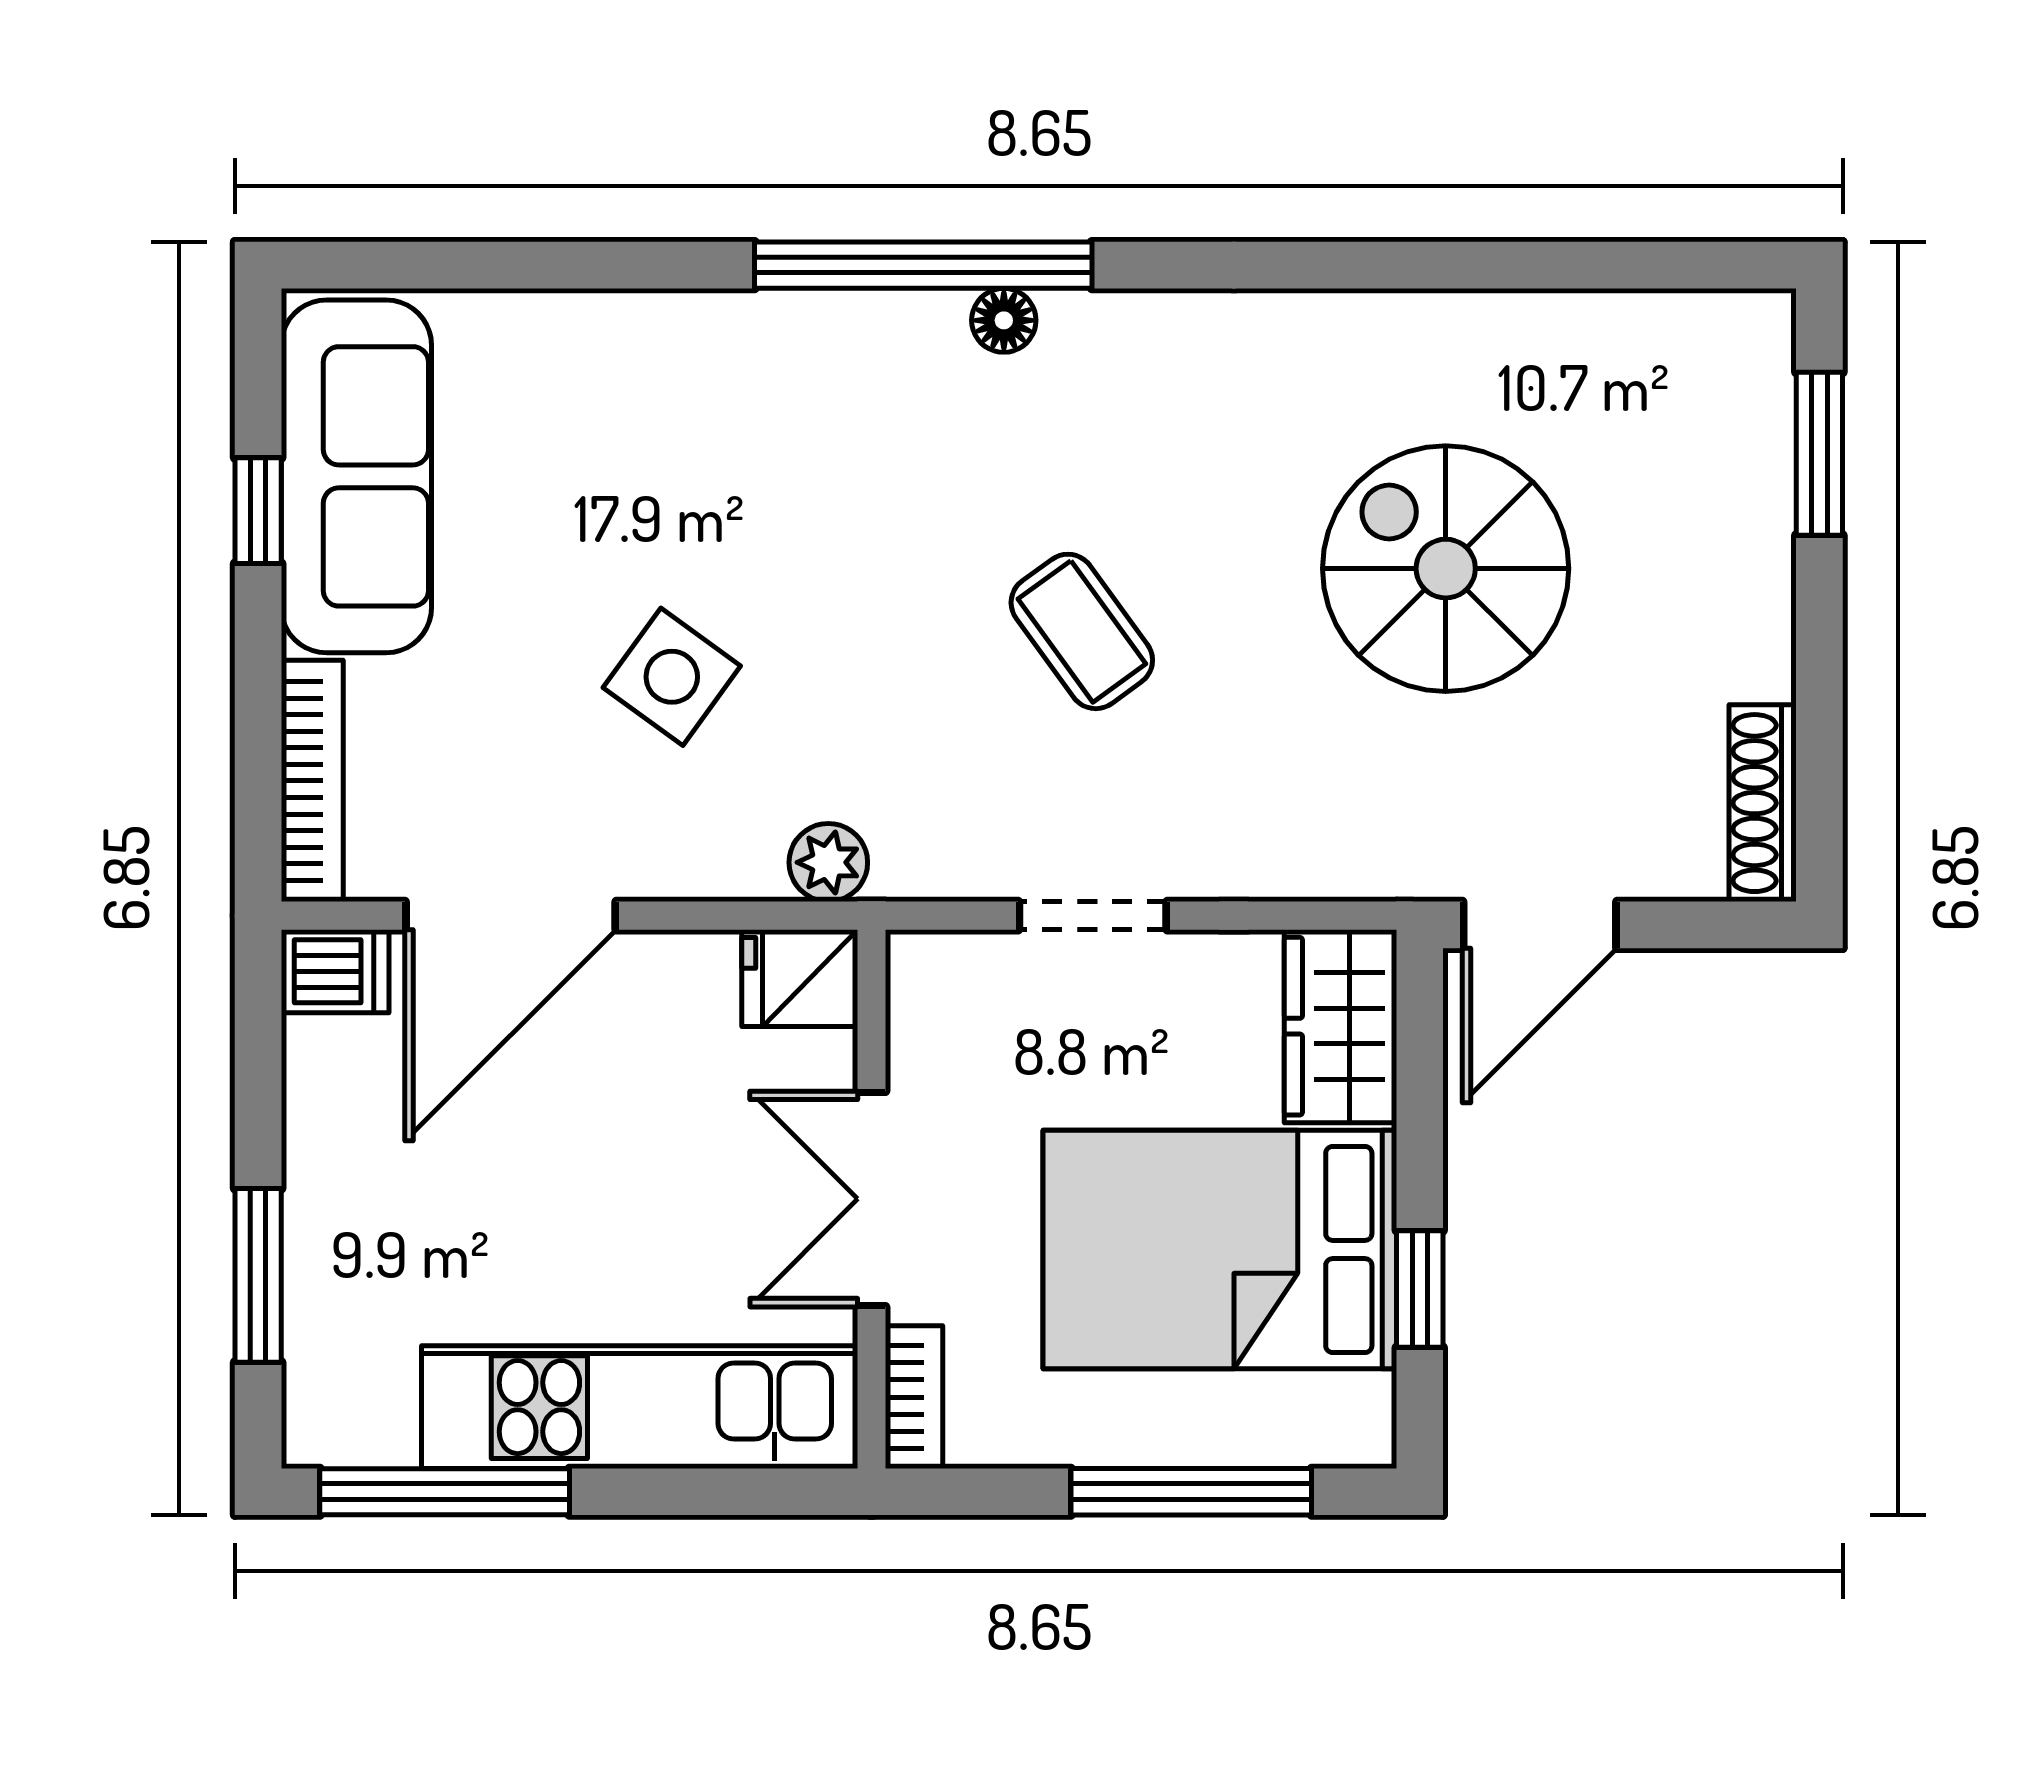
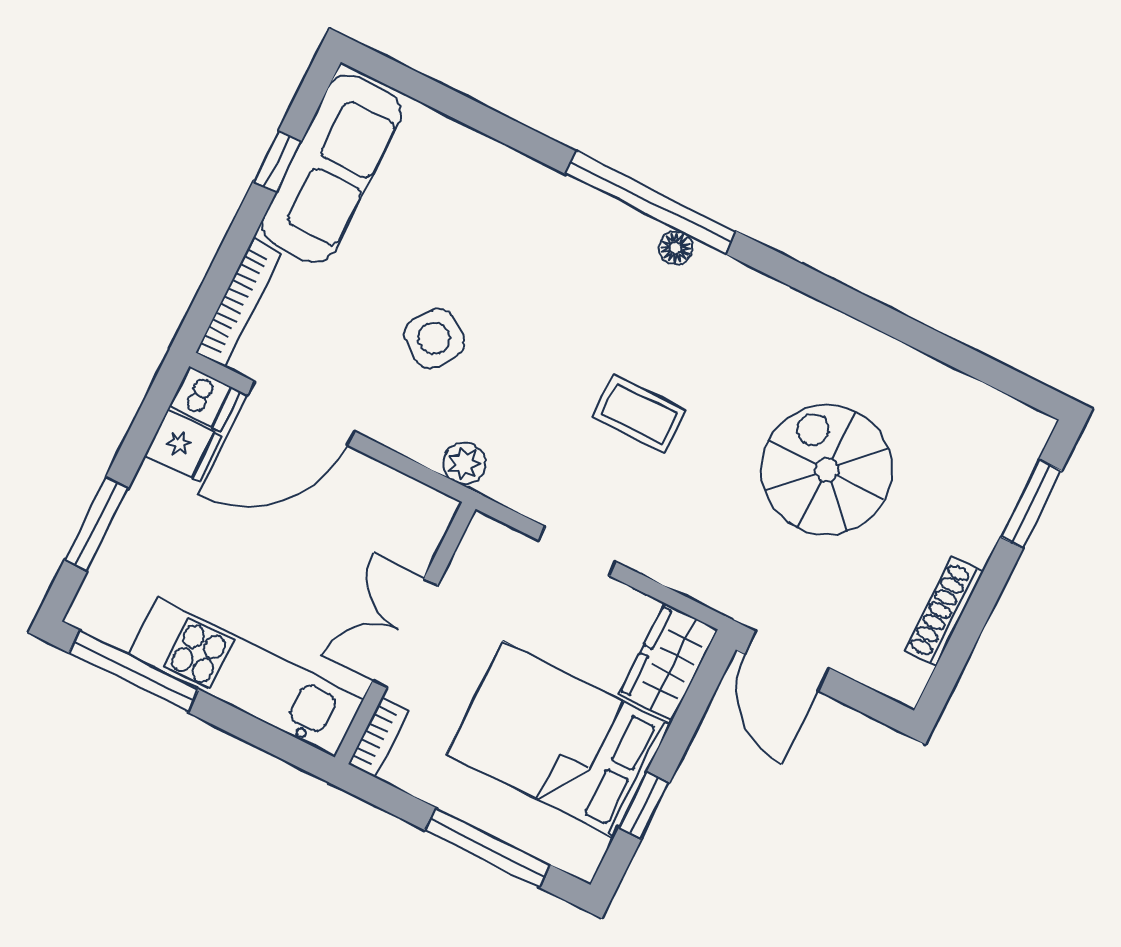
coffee table: (1082, 631) -> (639, 414), turned -54
shoe rack: (1763, 803) -> (944, 612), moved
door: (1540, 925) -> (787, 661), hinge flipped
fridge: (800, 978) -> (184, 446), moved, turned 180

